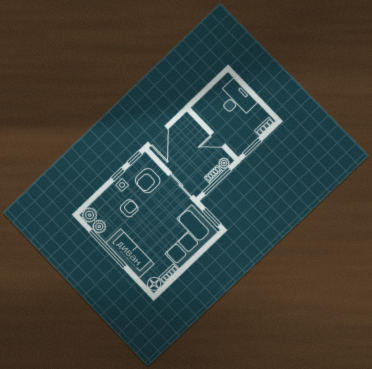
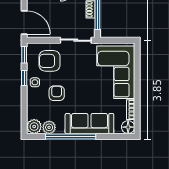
armchair: (148, 181) -> (49, 61), turned 90
window: (212, 217) -> (120, 40), removed

